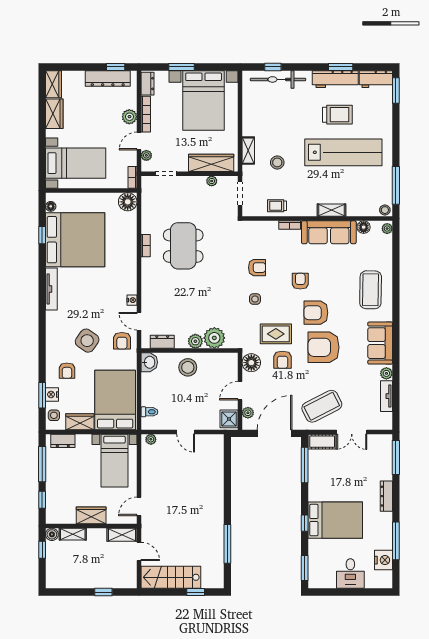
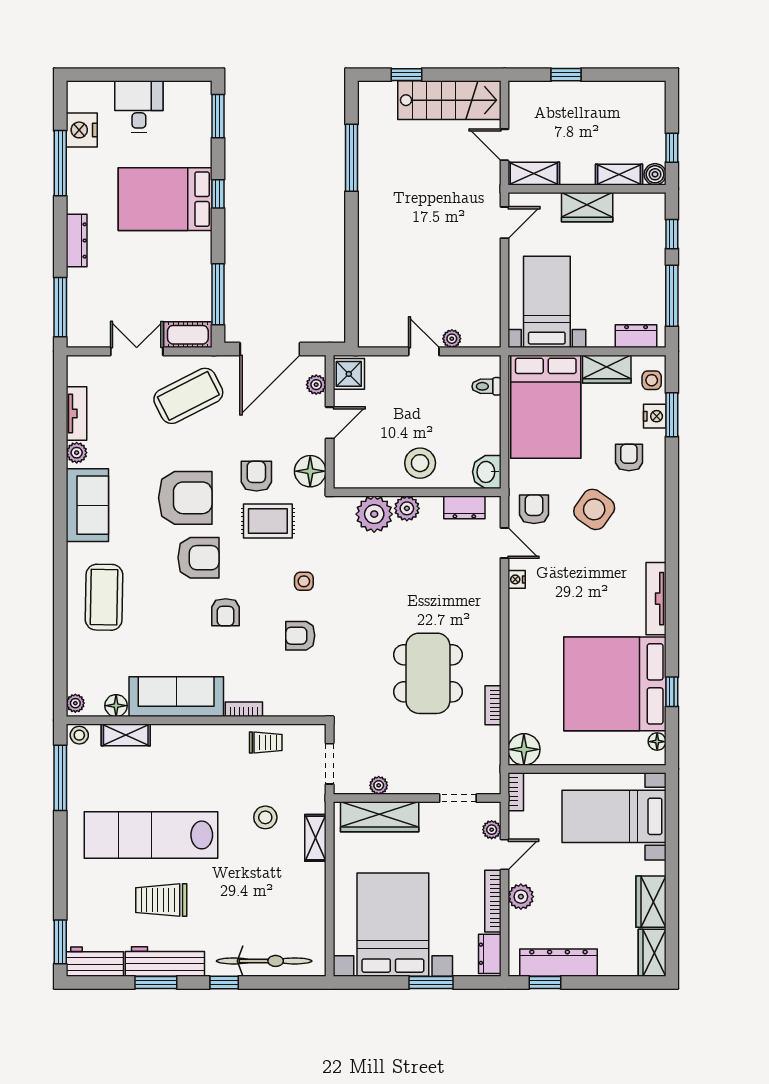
window: (273, 67) -> (224, 983), moved
shelving: (332, 210) -> (126, 735), moved
bookcase: (146, 246) -> (493, 705), moved
plant: (151, 439) -> (452, 339), moved

